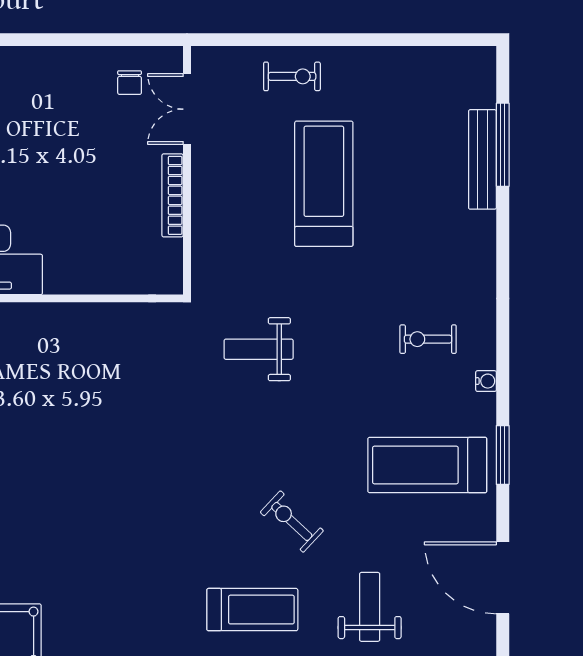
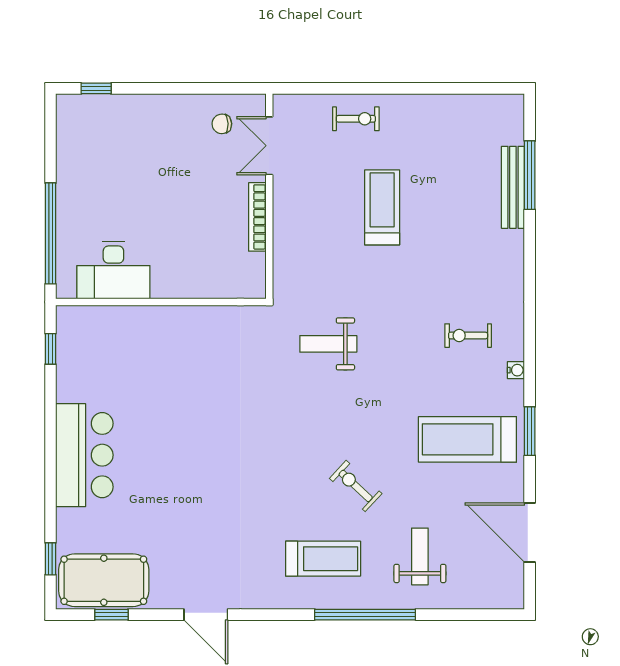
chair: (130, 83) -> (222, 124), turned 87
treadmill: (324, 184) -> (382, 207), width x0.73, depth x0.73

